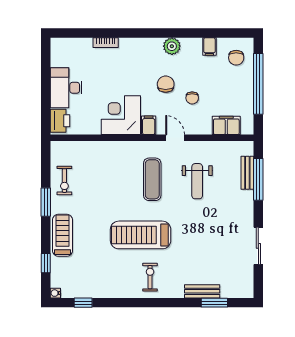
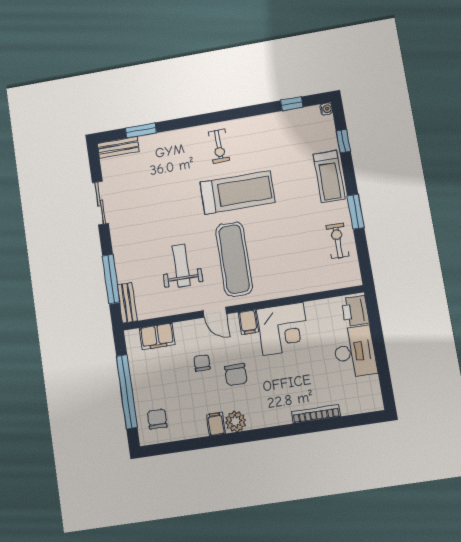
bookcase: (106, 43) -> (316, 414), width x1.56
filing cabinet: (209, 47) -> (216, 424), moved
bench: (247, 173) -> (127, 303), moved
exercise mat: (152, 179) -> (234, 259), width x1.36, depth x1.45
bench: (202, 291) -> (118, 147), moved

